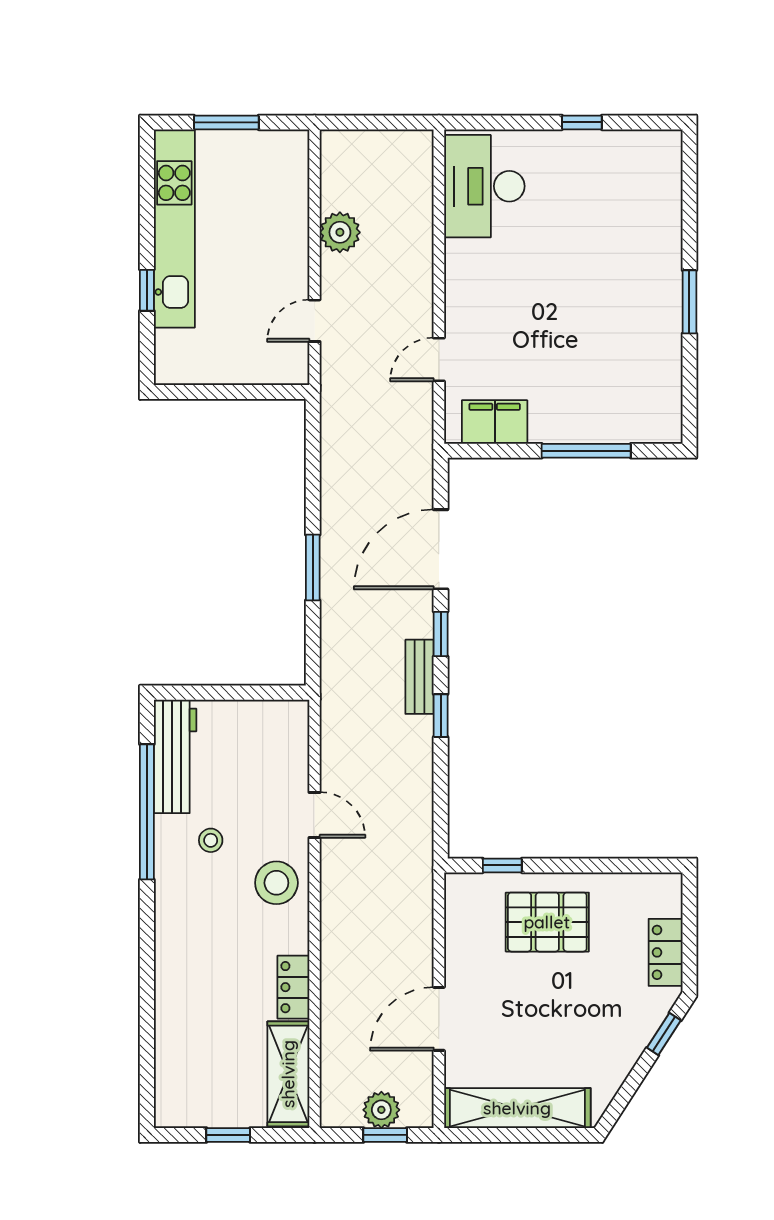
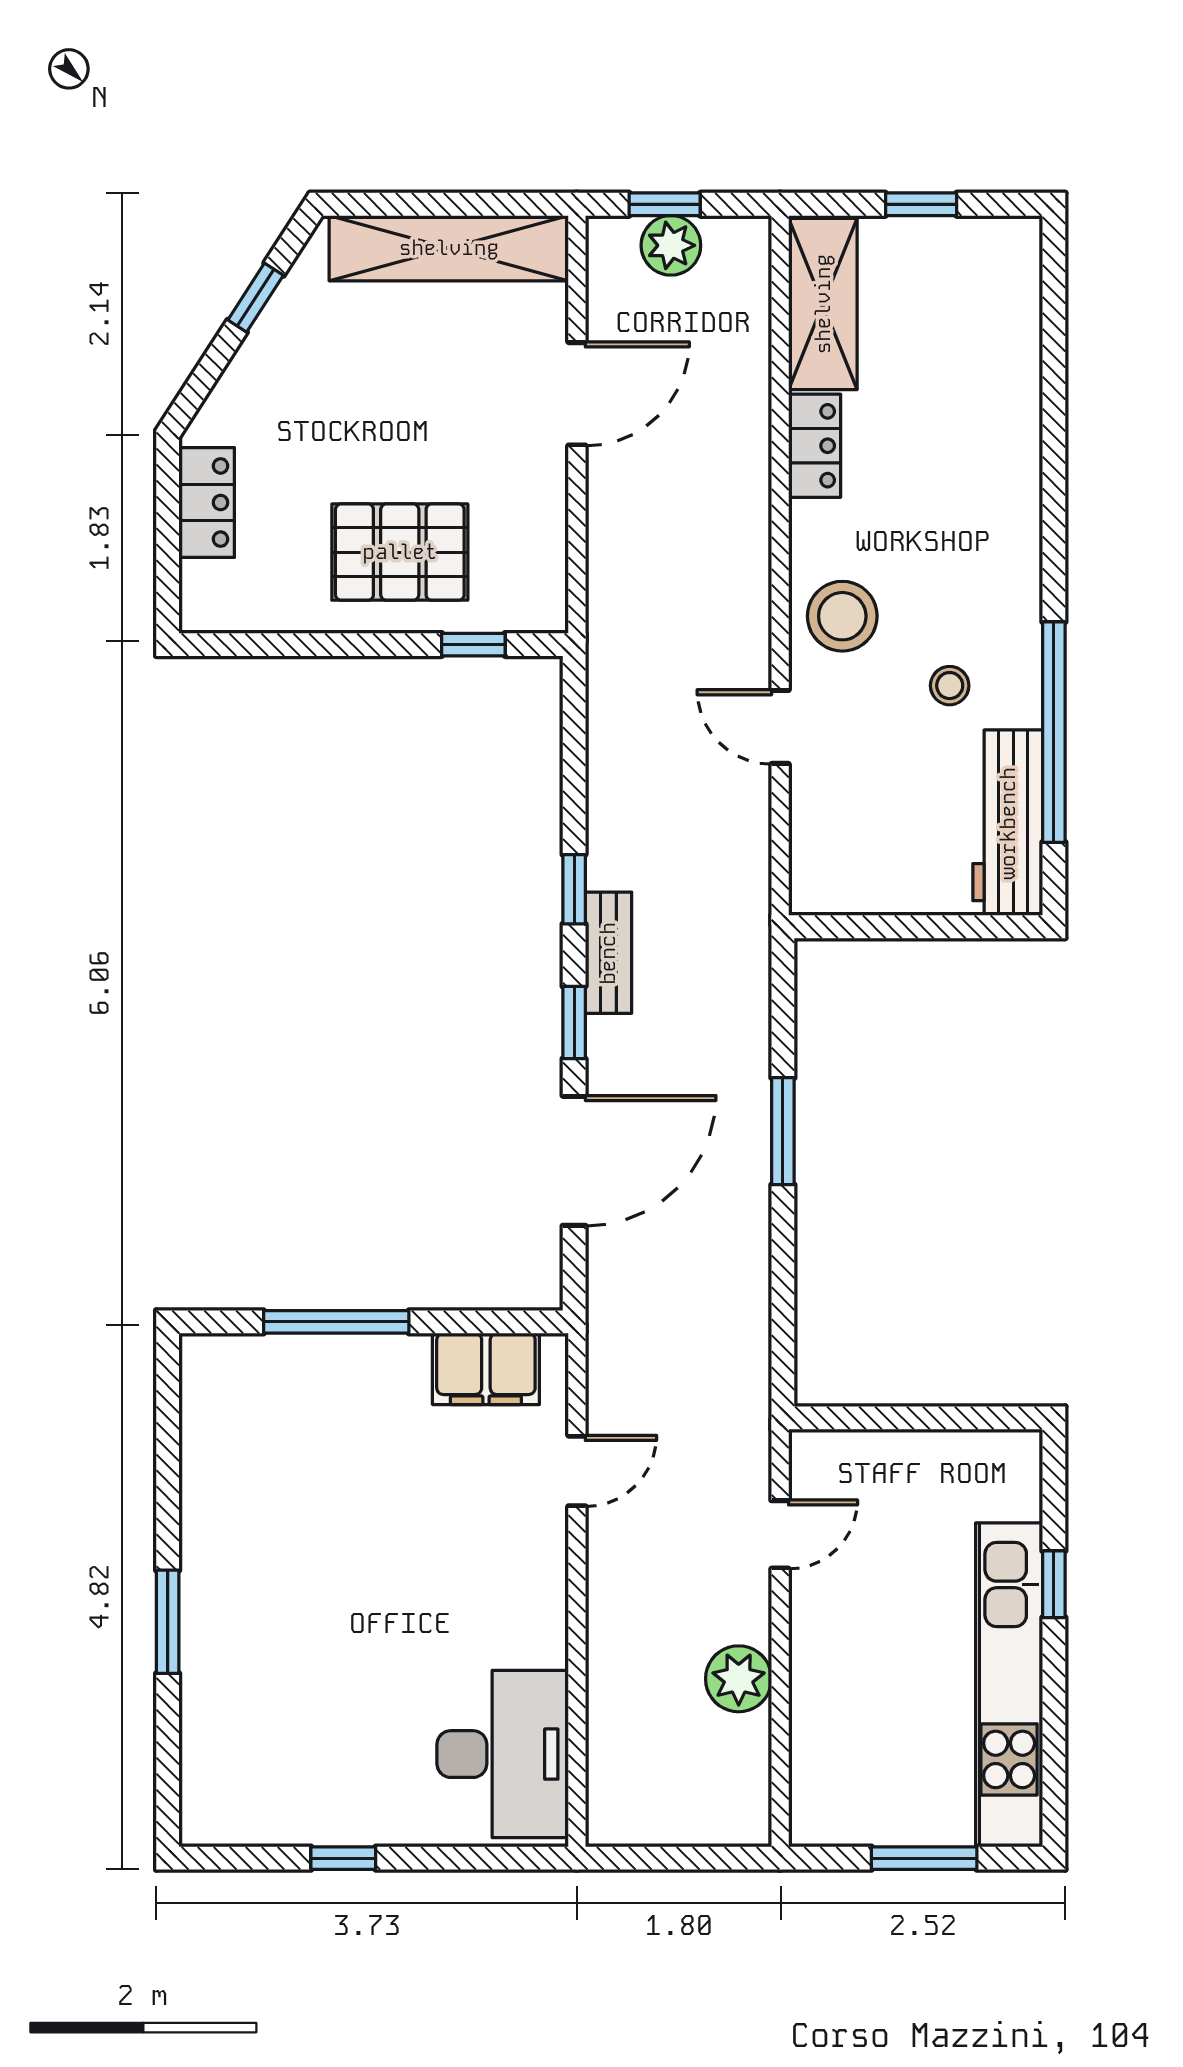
window: (689, 302) -> (168, 1622), moved
window: (664, 1034) -> (256, 298), moved

